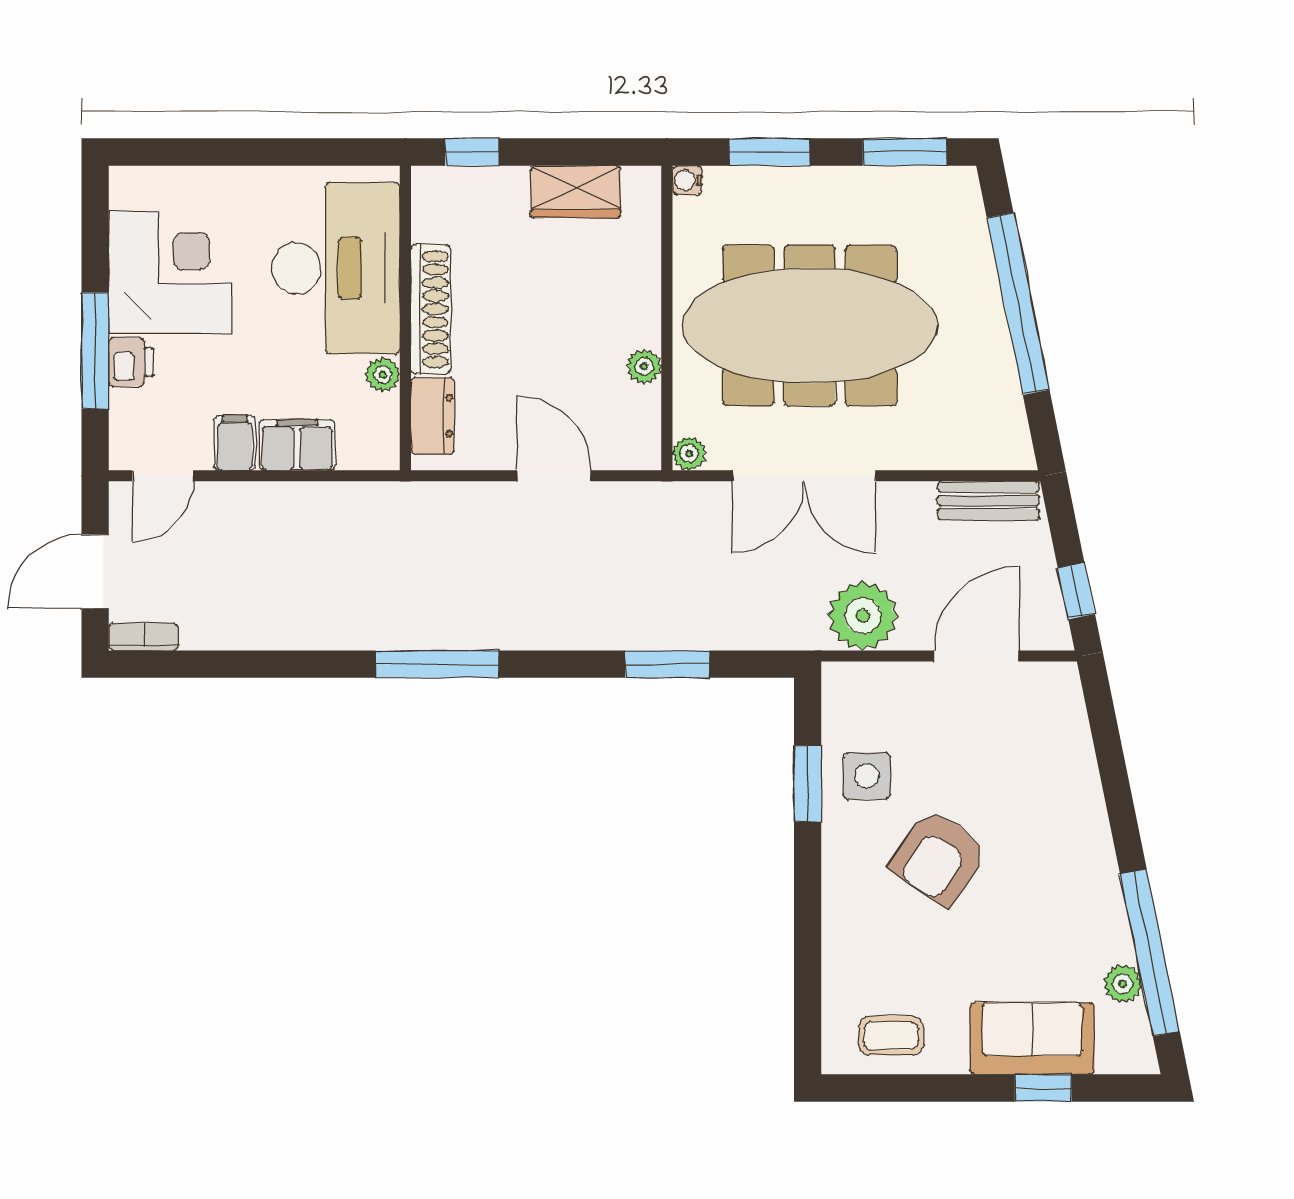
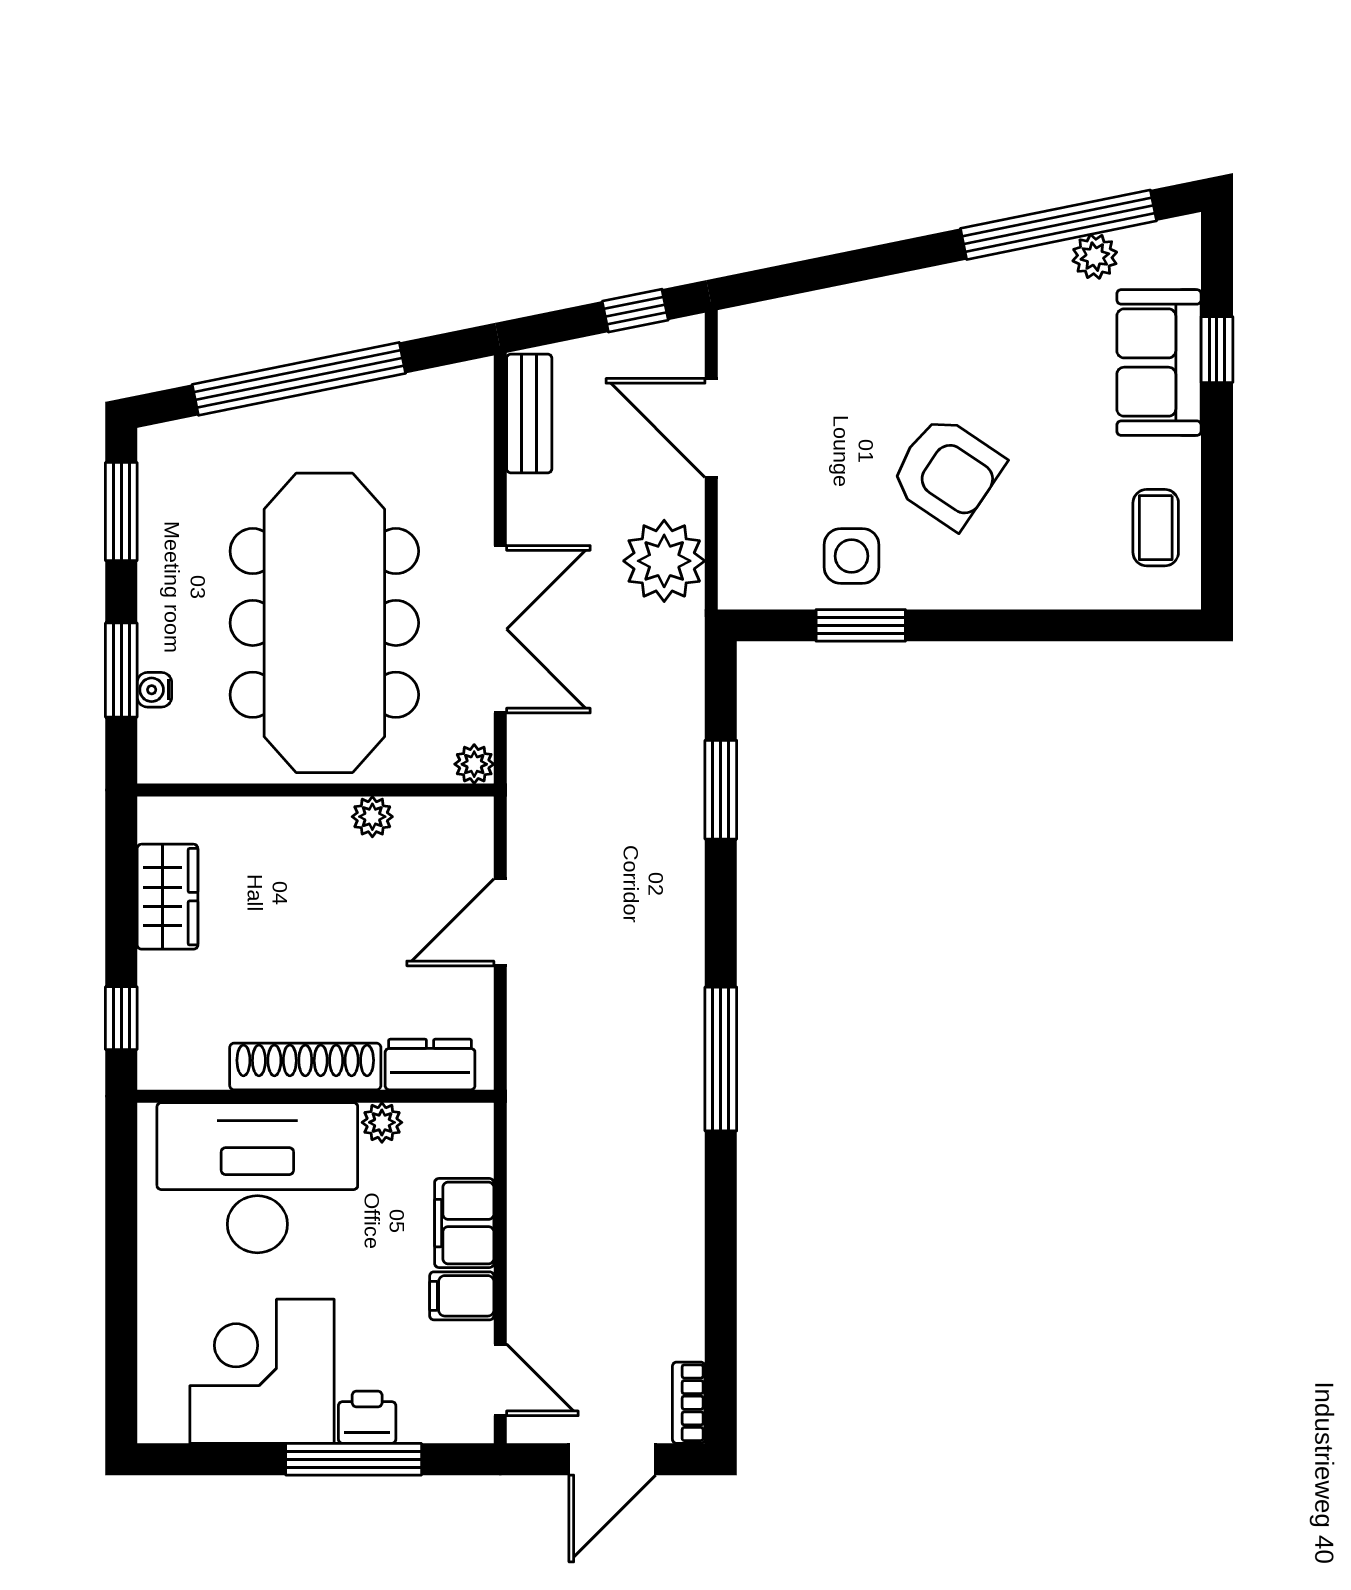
water cooler: (687, 180) -> (154, 690), moved, turned 90
door: (95, 571) -> (612, 1459), hinge flipped

